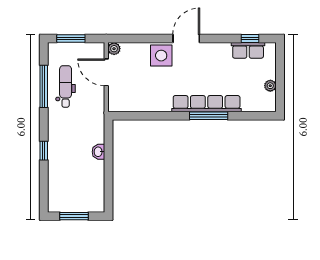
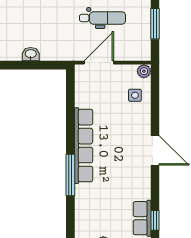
side table: (161, 56) -> (135, 95), moved, width x0.54, depth x0.54
door: (106, 72) -> (99, 63), moved
row of seats: (207, 104) -> (84, 146), moved

